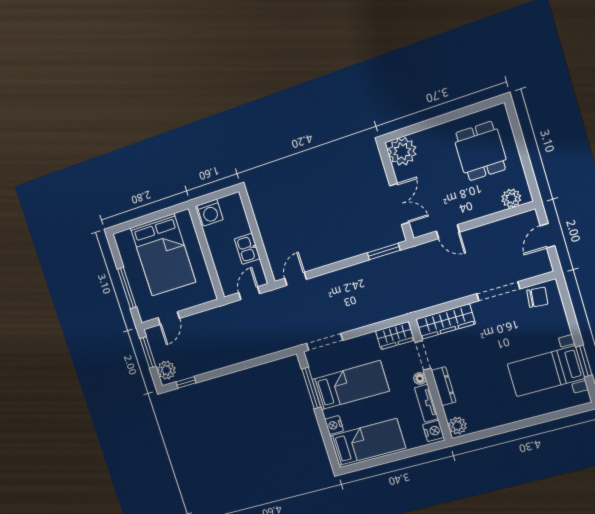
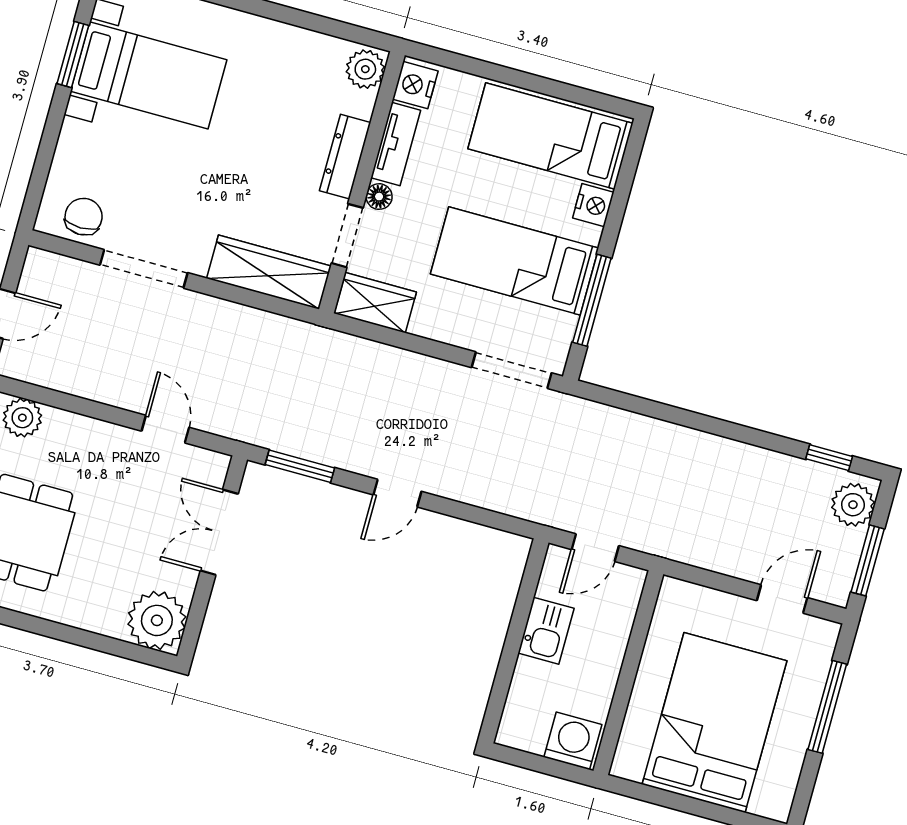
door: (296, 279) -> (397, 493), moved
chair: (537, 297) -> (84, 217), turned 84

